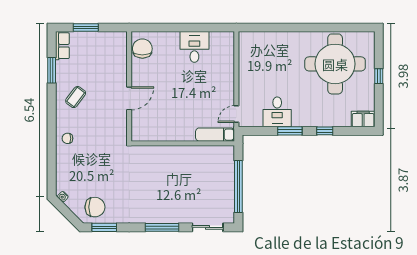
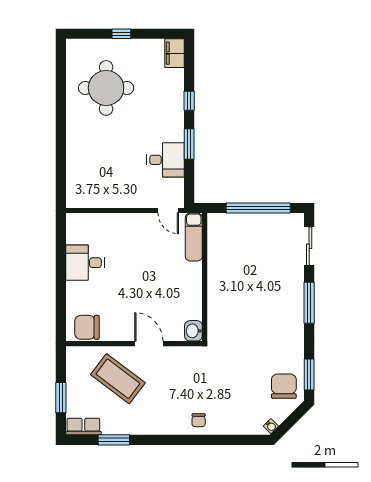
round table: (335, 64) -> (106, 88), width x0.73, depth x0.73
coffee table: (76, 97) -> (118, 379), moved, width x1.86, depth x1.72
washbasin: (139, 134) -> (193, 331), added

